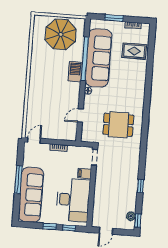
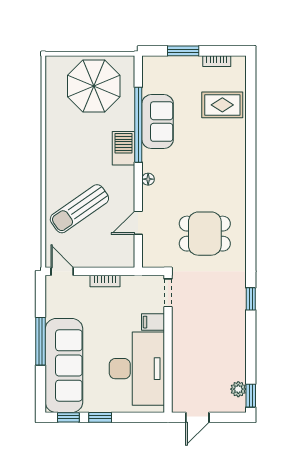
sofa: (98, 58) -> (158, 122), width x0.54, depth x0.79
sun lounger: (47, 105) -> (79, 209), added
door: (34, 140) -> (62, 271), hinge flipped
window: (140, 186) -> (251, 299), moved
window: (69, 228) -> (68, 417), moved

